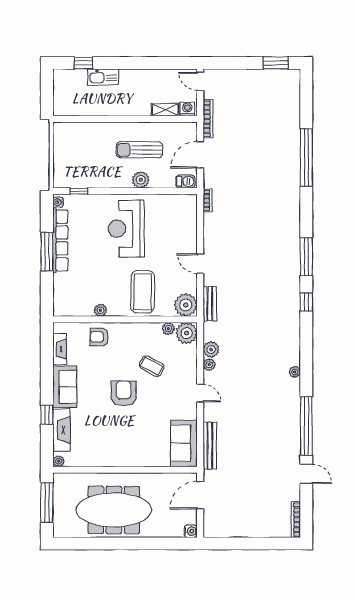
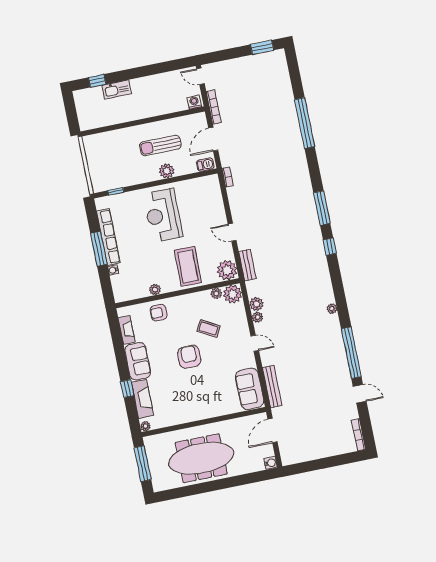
shelving: (165, 110) -> (175, 107), removed
water cooler: (58, 202) -> (113, 270), moved

